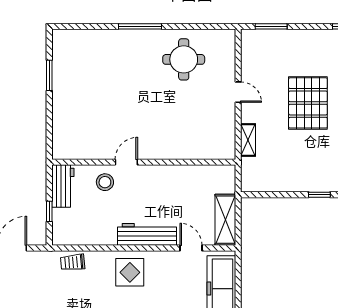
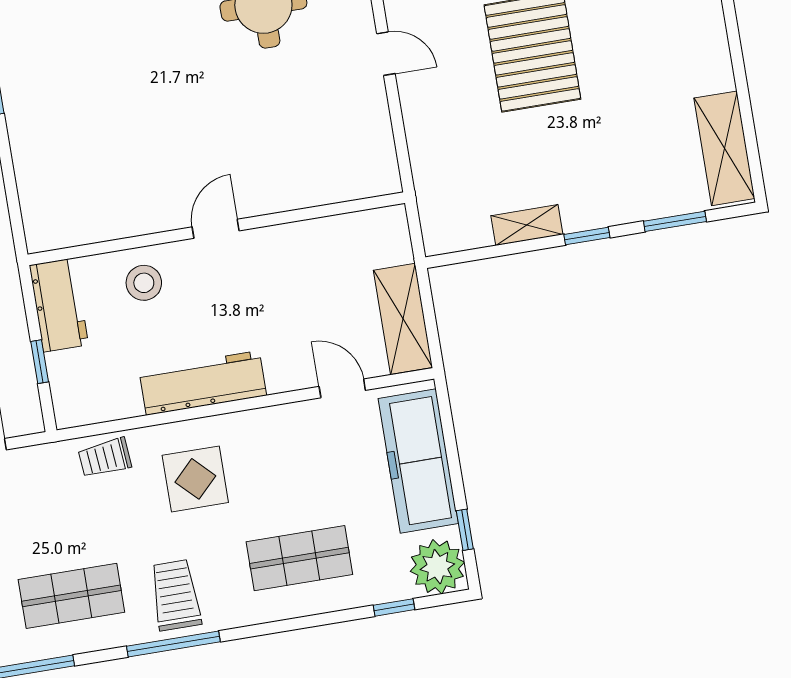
shelving: (248, 140) -> (527, 225), moved, turned 90
door: (126, 162) -> (216, 229), moved
workbench: (147, 234) -> (203, 383), moved
display table: (130, 272) -> (195, 479), moved

